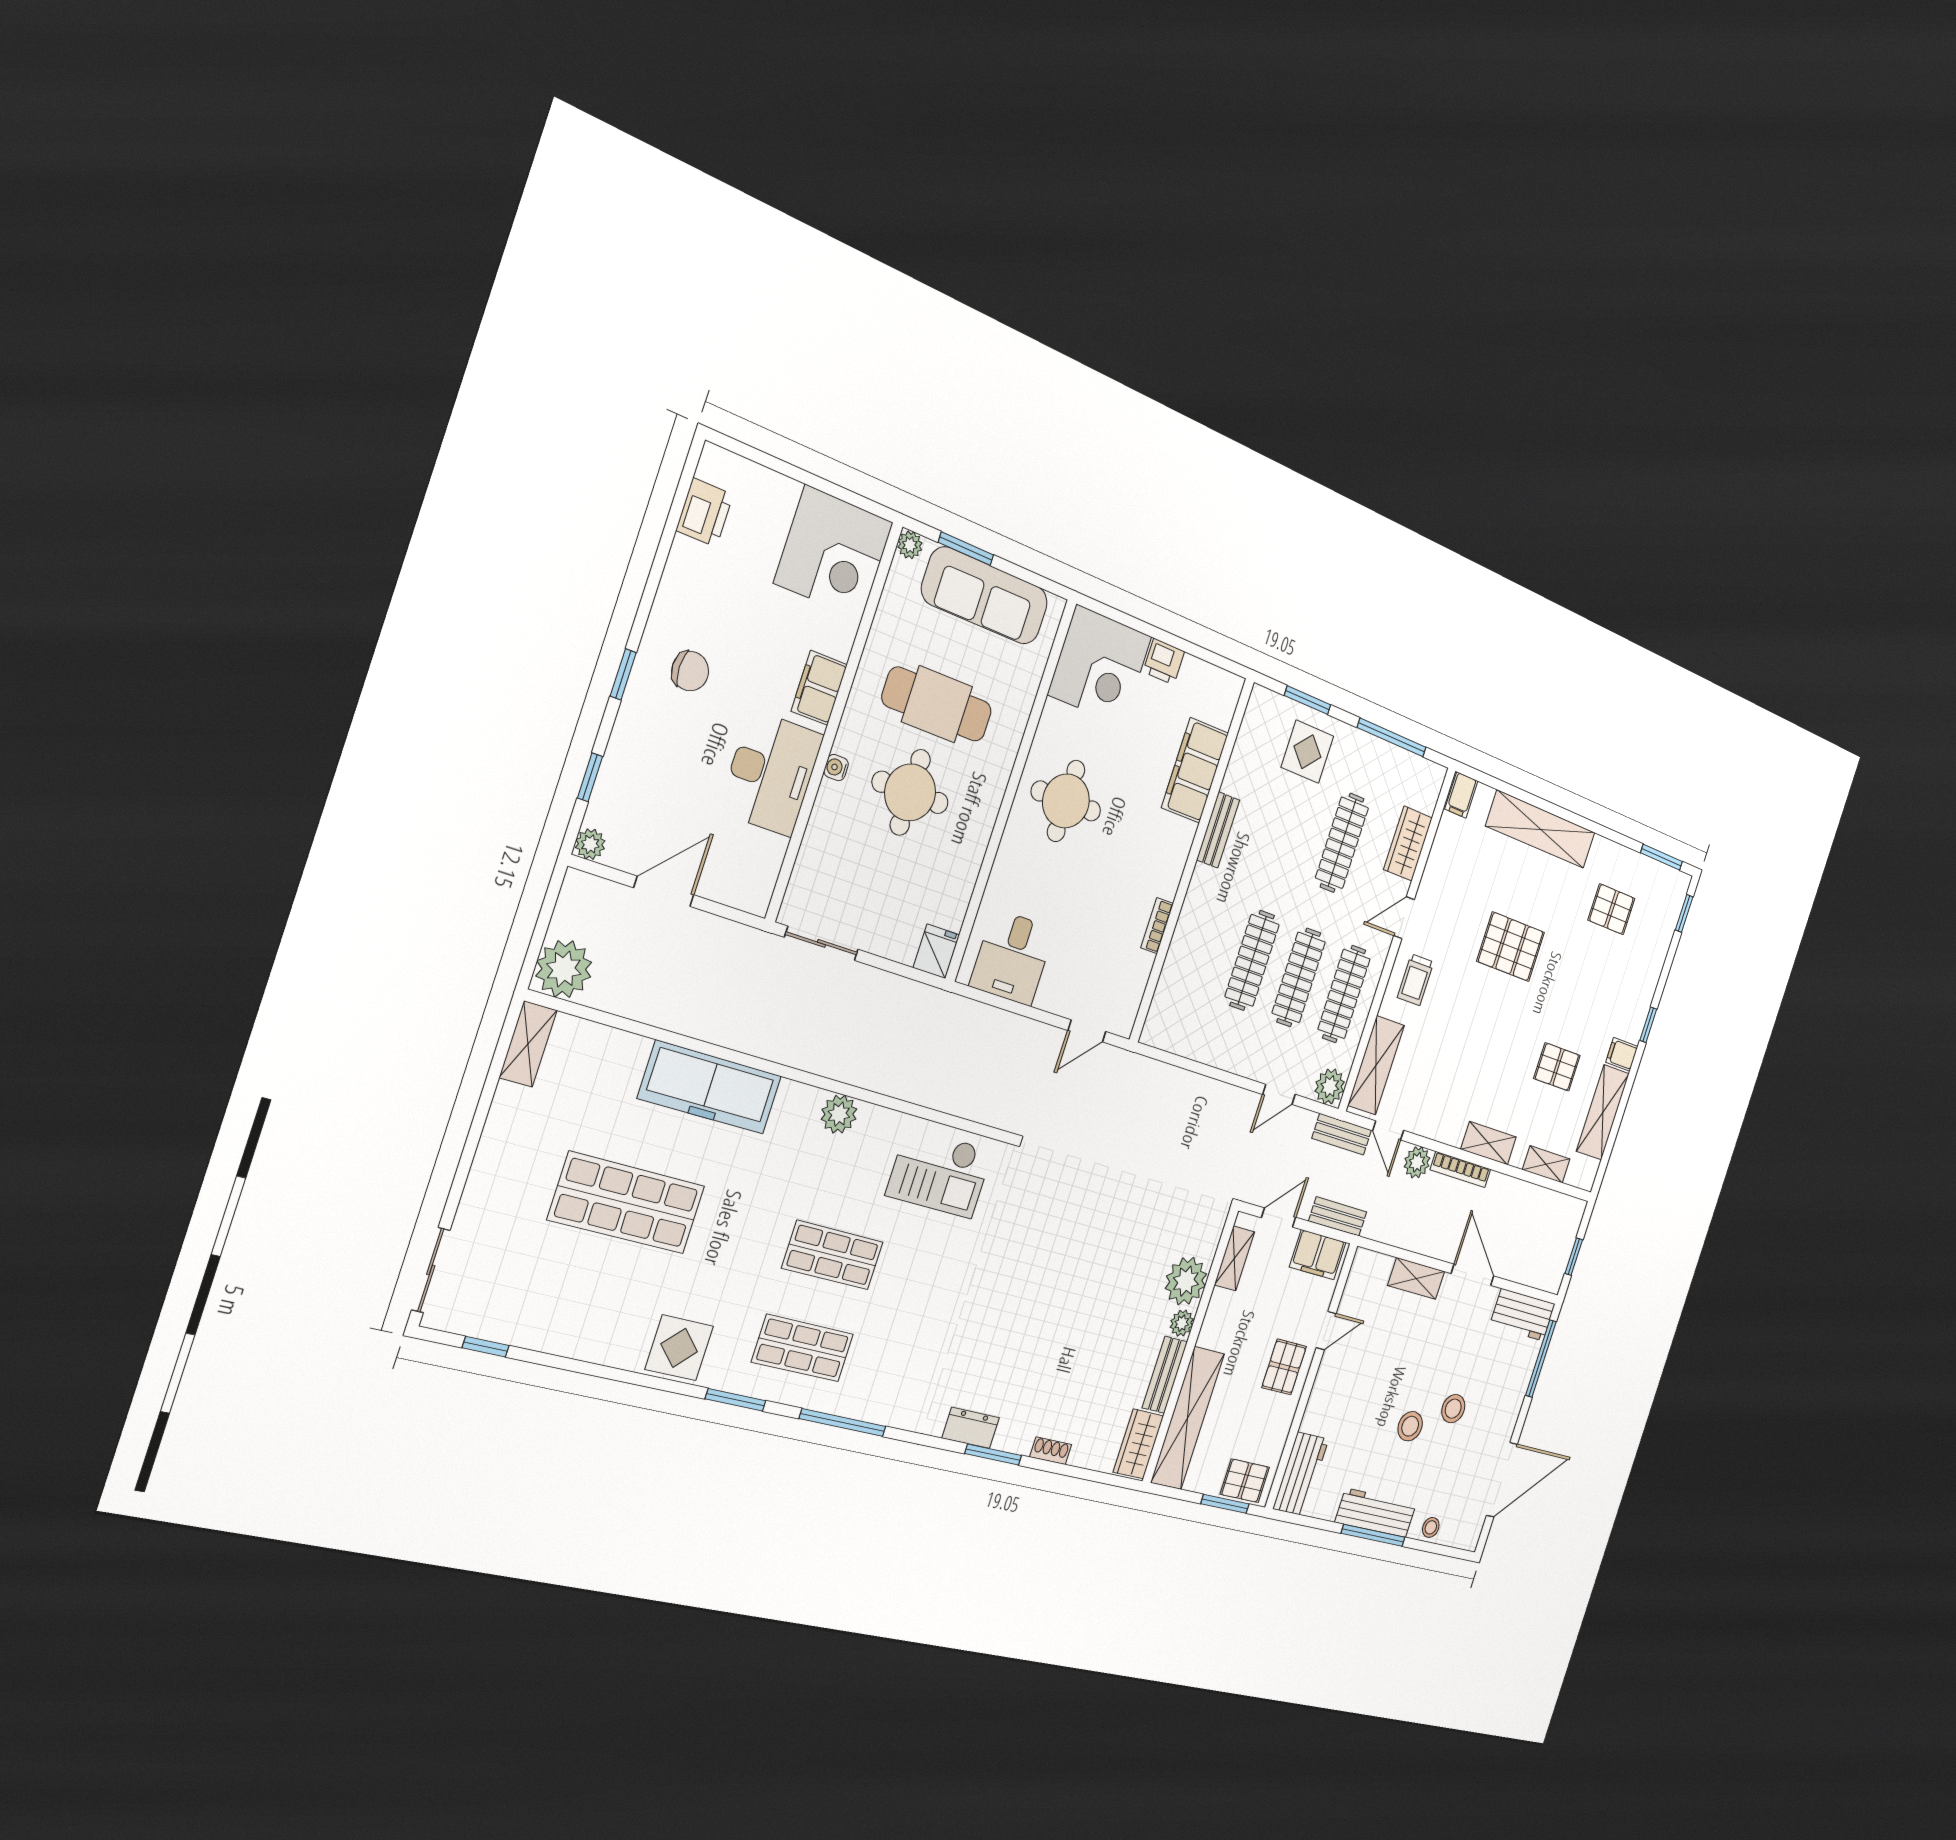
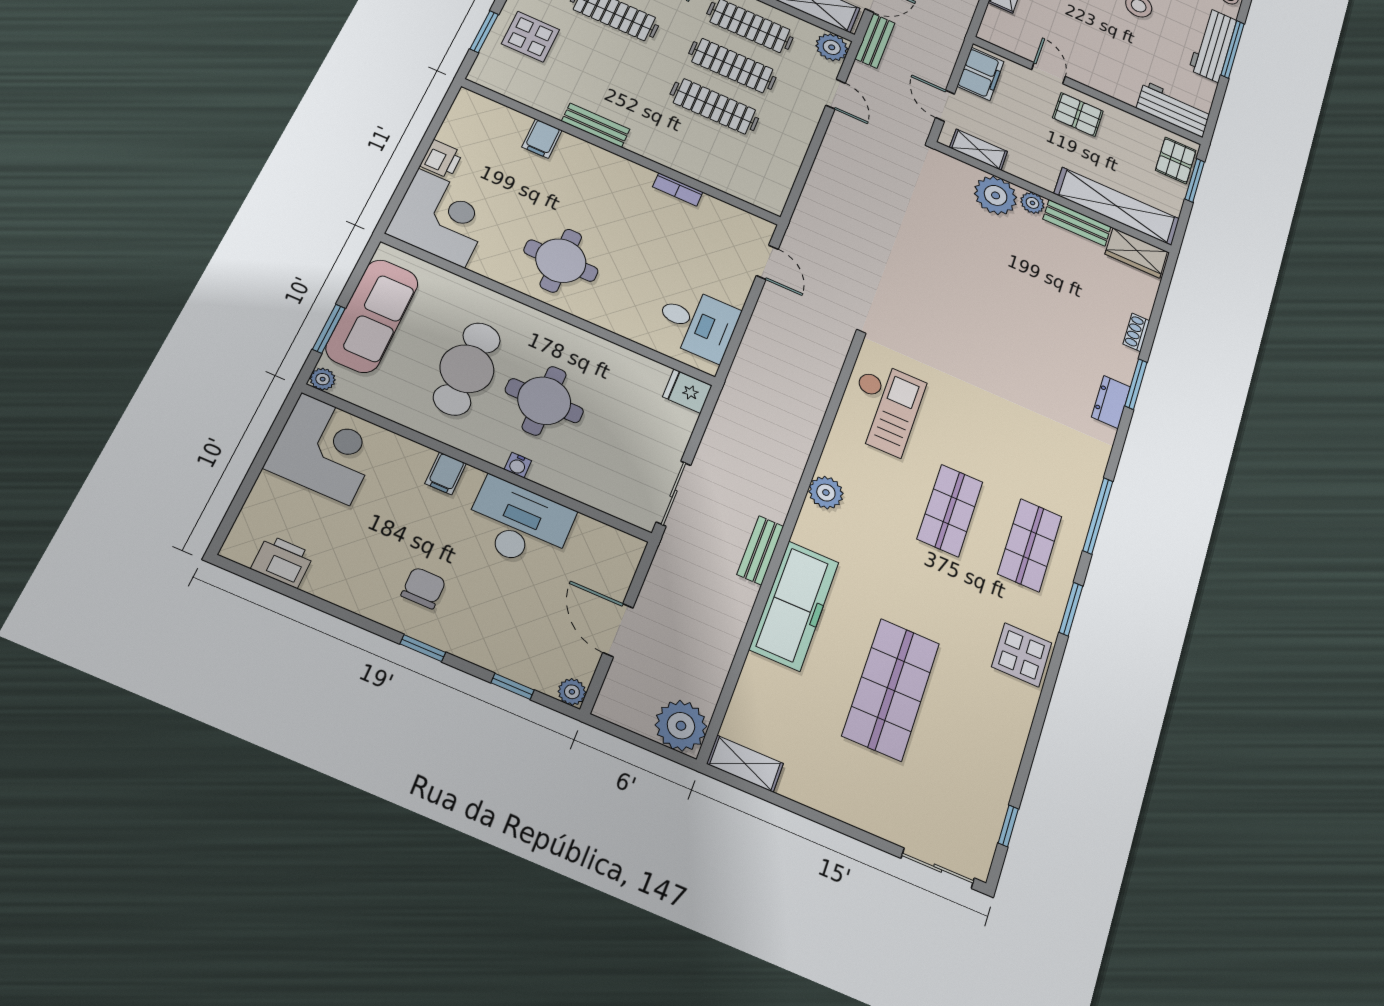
filing cabinet: (819, 688) -> (446, 473), width x0.50
filing cabinet: (1195, 770) -> (542, 139), width x0.33, depth x0.86
bench: (1338, 1216) -> (760, 550), moved

